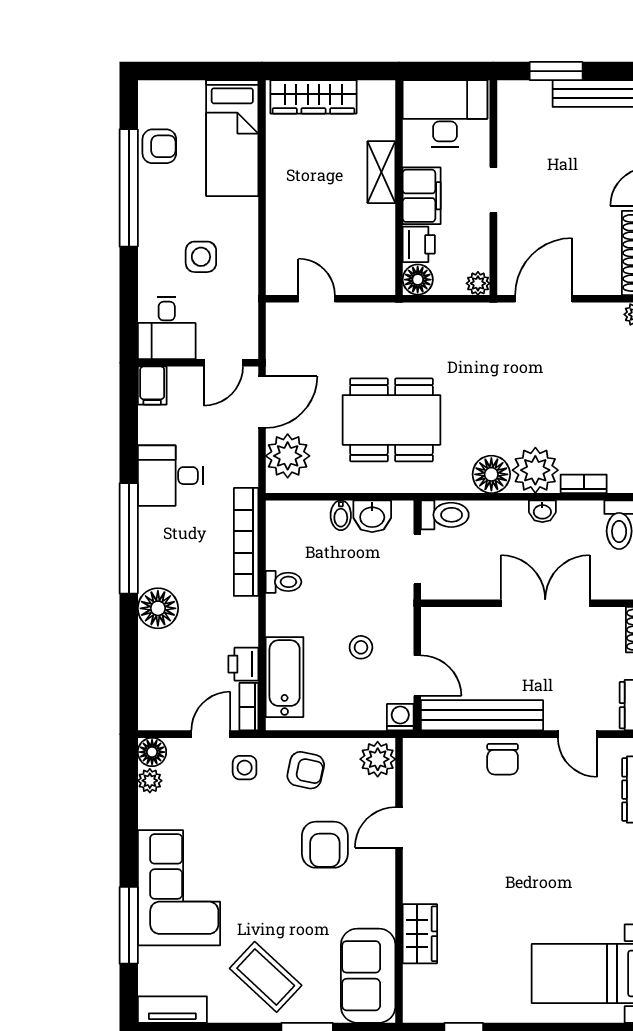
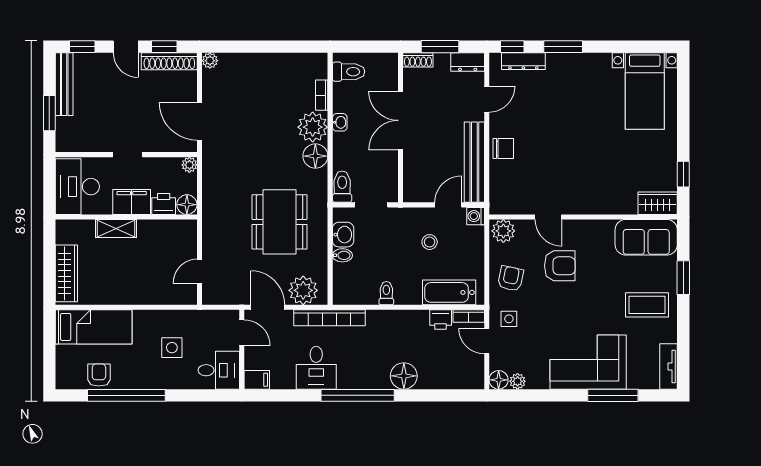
bookcase: (246, 542) -> (329, 318), moved
wardrobe: (420, 934) -> (658, 203), moved
coffee table: (266, 977) -> (647, 305), turned 47

